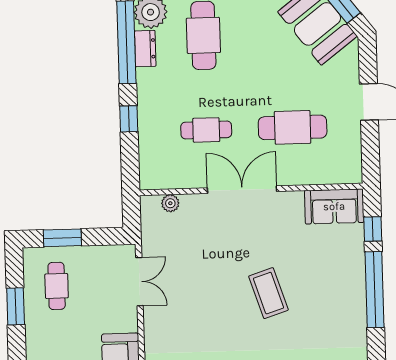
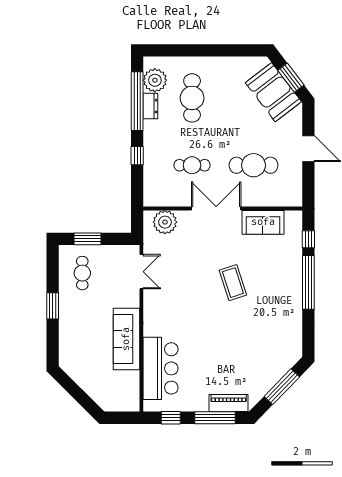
plant: (170, 203) -> (165, 222), width x1.88, depth x1.88
sofa: (334, 206) -> (263, 222), moved
window: (16, 306) -> (53, 306), moved

